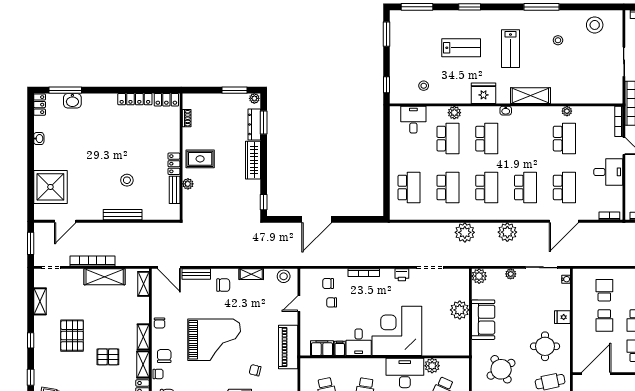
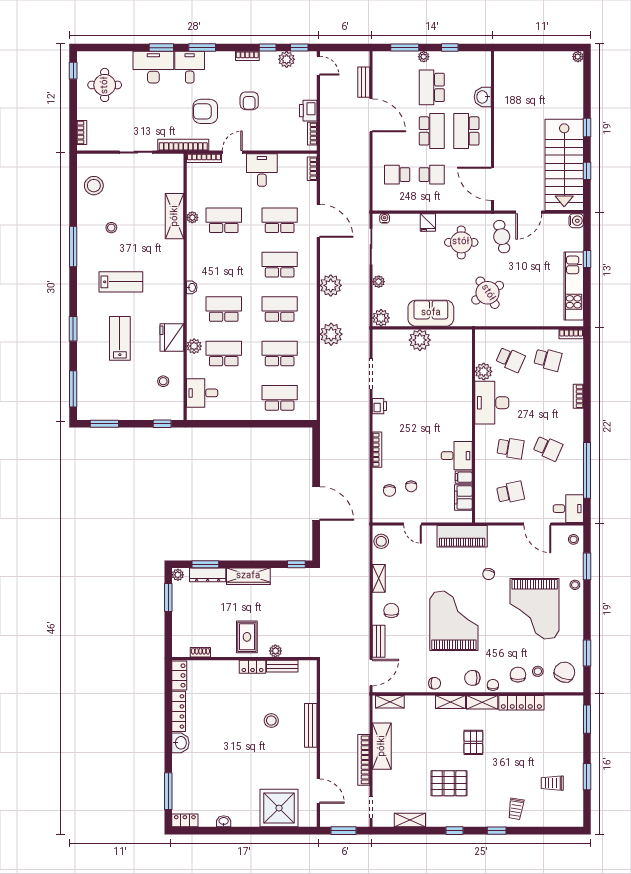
fridge: (484, 93) -> (172, 337), moved
shelving: (530, 96) -> (175, 216), moved
washbasin: (72, 101) -> (180, 743), moved
corner desk: (397, 331) -> (444, 412), removed

